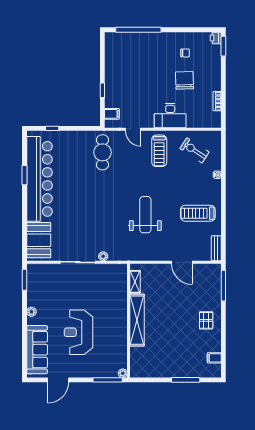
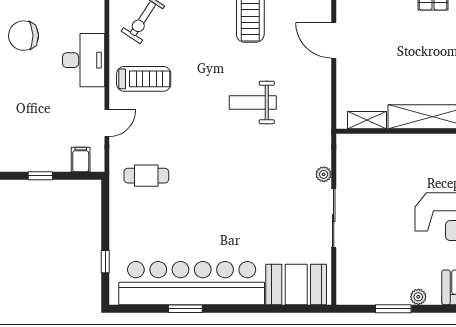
cafe table: (103, 152) -> (146, 176), width x0.73, depth x0.74
weight bench: (145, 215) -> (253, 102), width x0.73, depth x0.75
door: (182, 262) -> (334, 40), swing flipped
window: (24, 280) -> (393, 309), moved

